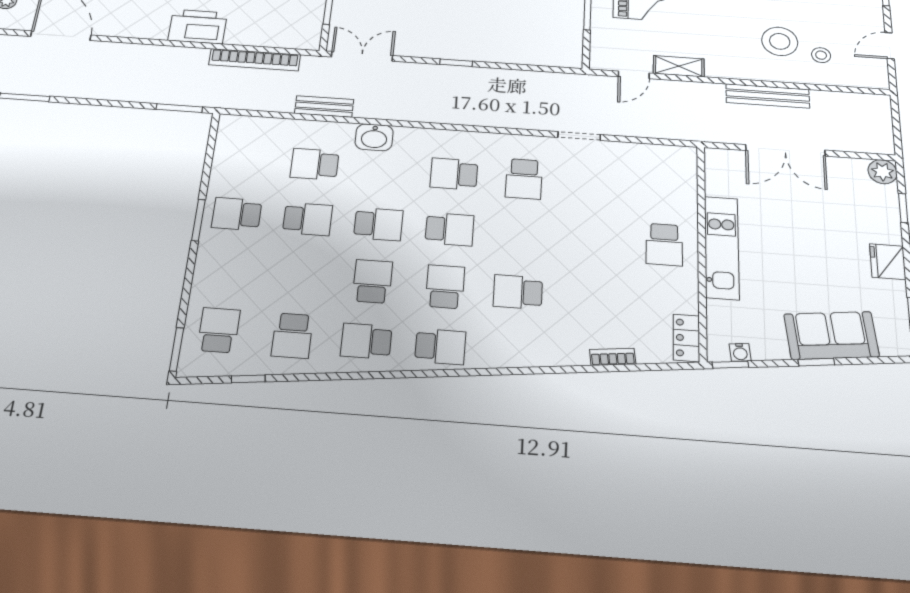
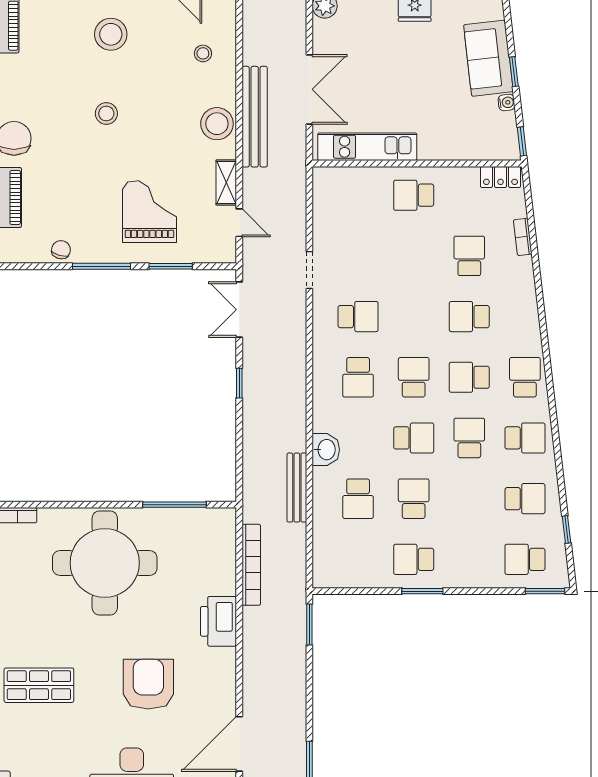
stool: (780, 41) -> (217, 124), moved
double door: (362, 56) -> (239, 310), moved
bench: (768, 96) -> (255, 117), width x1.37, depth x1.21
bench: (324, 106) -> (297, 488), width x1.36
school desk: (237, 214) -> (414, 559), turned 90
school desk: (378, 224) -> (414, 438), turned 90
school desk: (664, 245) -> (414, 195), turned 180
kitchen unit: (722, 248) -> (367, 147), moved
school desk: (372, 281) -> (469, 438), turned 90
school desk: (518, 292) -> (469, 317), turned 90
school desk: (591, 297) -> (469, 256), added
school desk: (366, 341) -> (525, 438), turned -90
water cooler: (740, 352) -> (507, 102), moved

